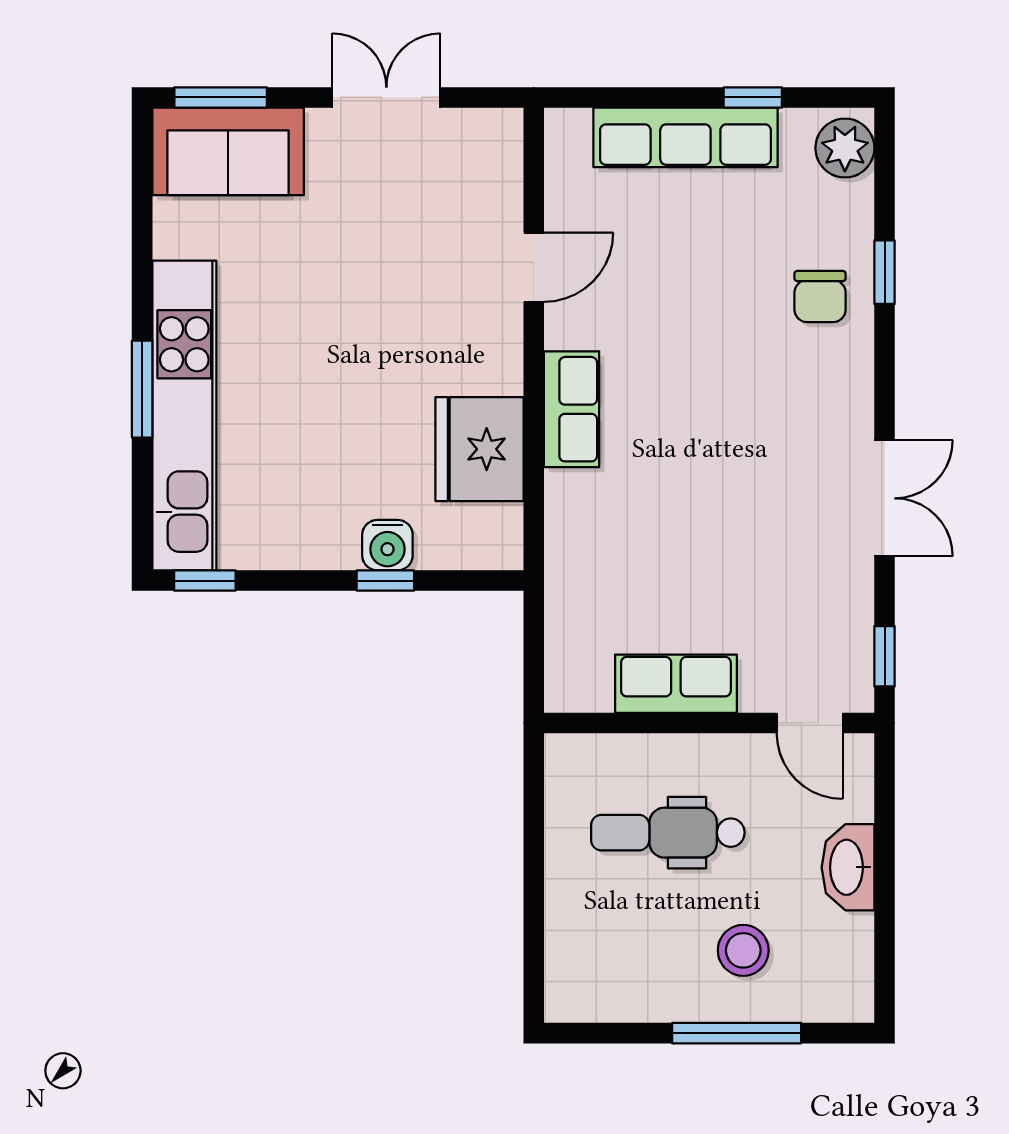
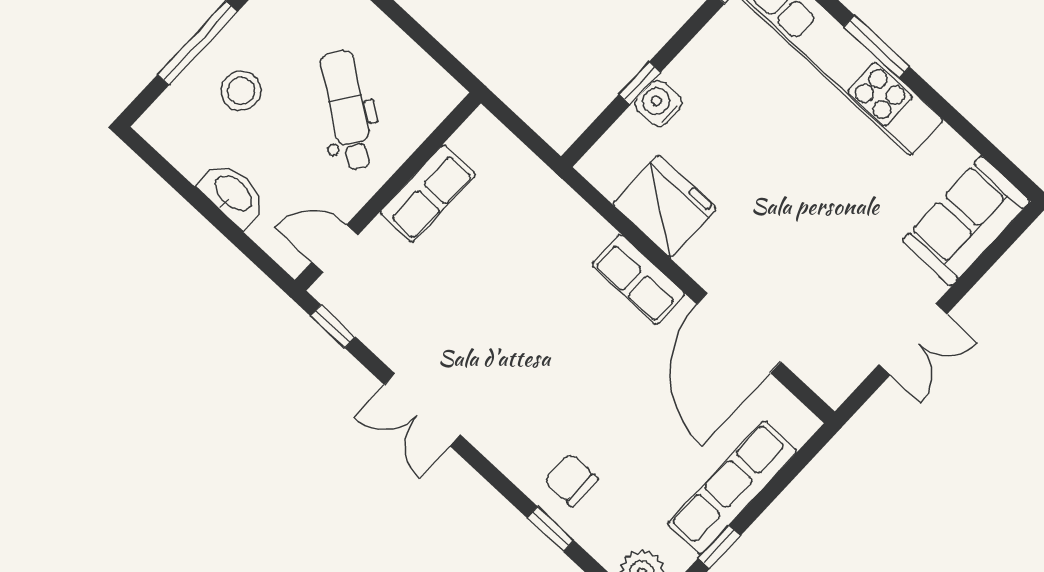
window: (221, 97) -> (1001, 245), removed
door: (534, 267) -> (739, 333), width x1.88
dental chair: (668, 833) -> (348, 110), turned -55

